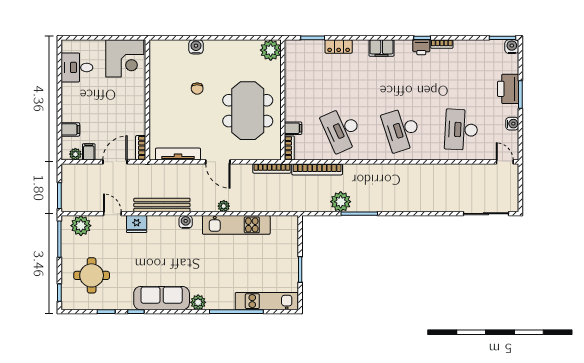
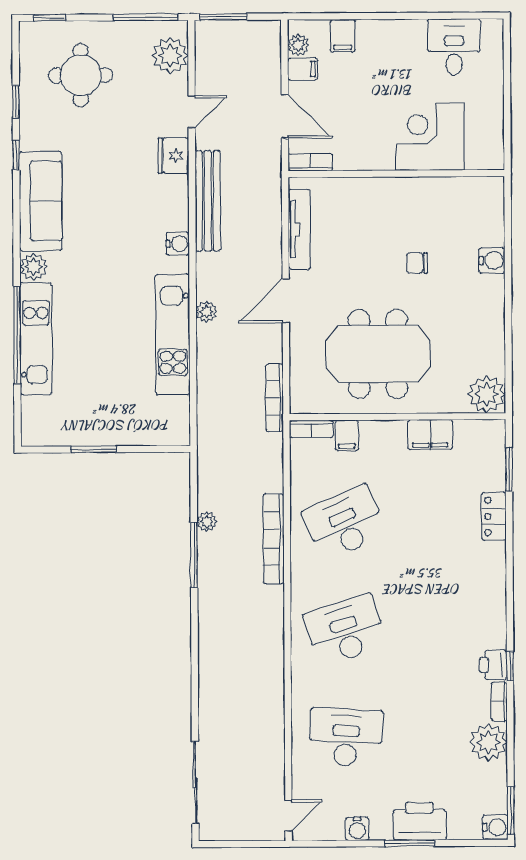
filing cabinet: (382, 48) -> (430, 435), moved, turned -90
plant: (464, 50) -> (489, 742), added
corner desk: (125, 58) -> (430, 137), moved, turned 90
bookcase: (317, 169) -> (274, 539), moved
plant: (341, 202) -> (207, 522), width x0.53, depth x0.53
kitchen unit: (267, 301) -> (36, 339), moved

